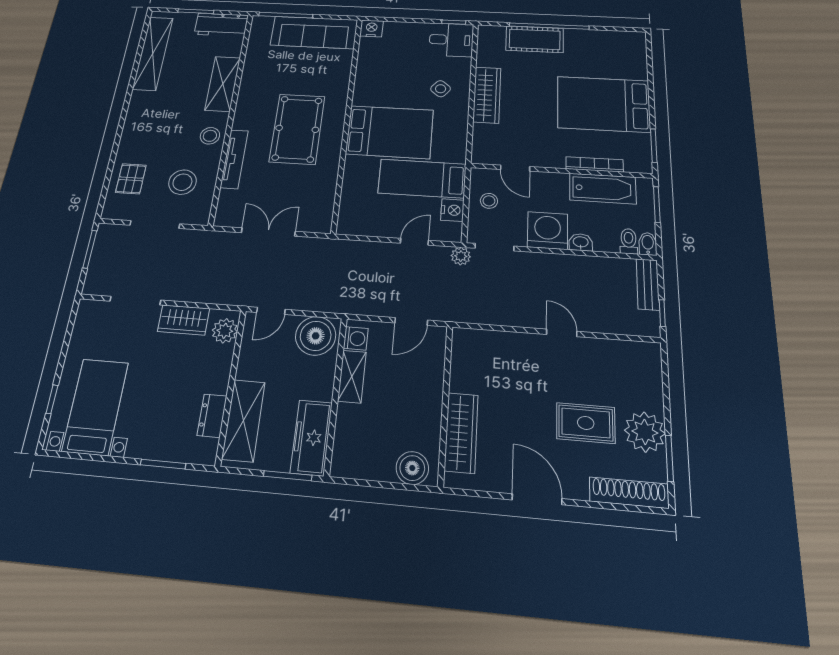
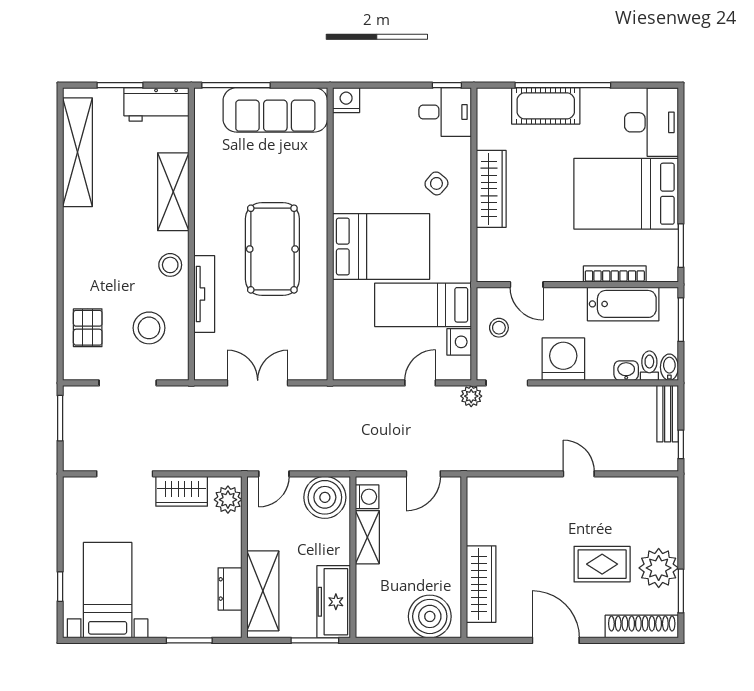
desk: (624, 54) -> (651, 122), added
washbasin: (581, 242) -> (626, 371), moved
boiler: (412, 468) -> (430, 616), width x1.37, depth x1.37

